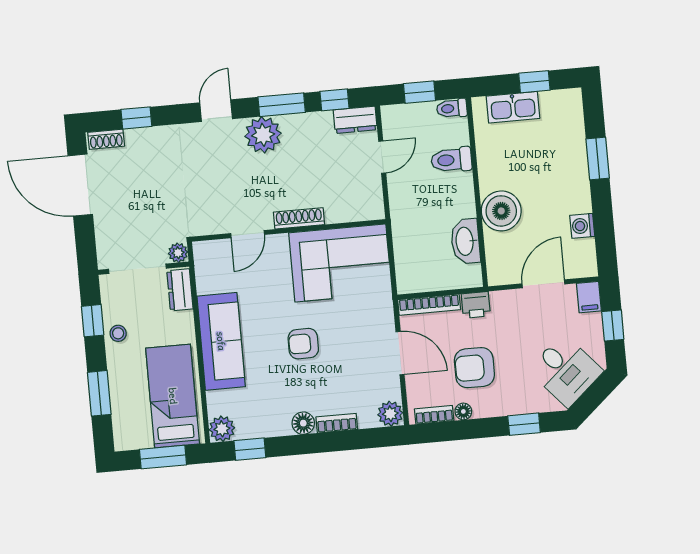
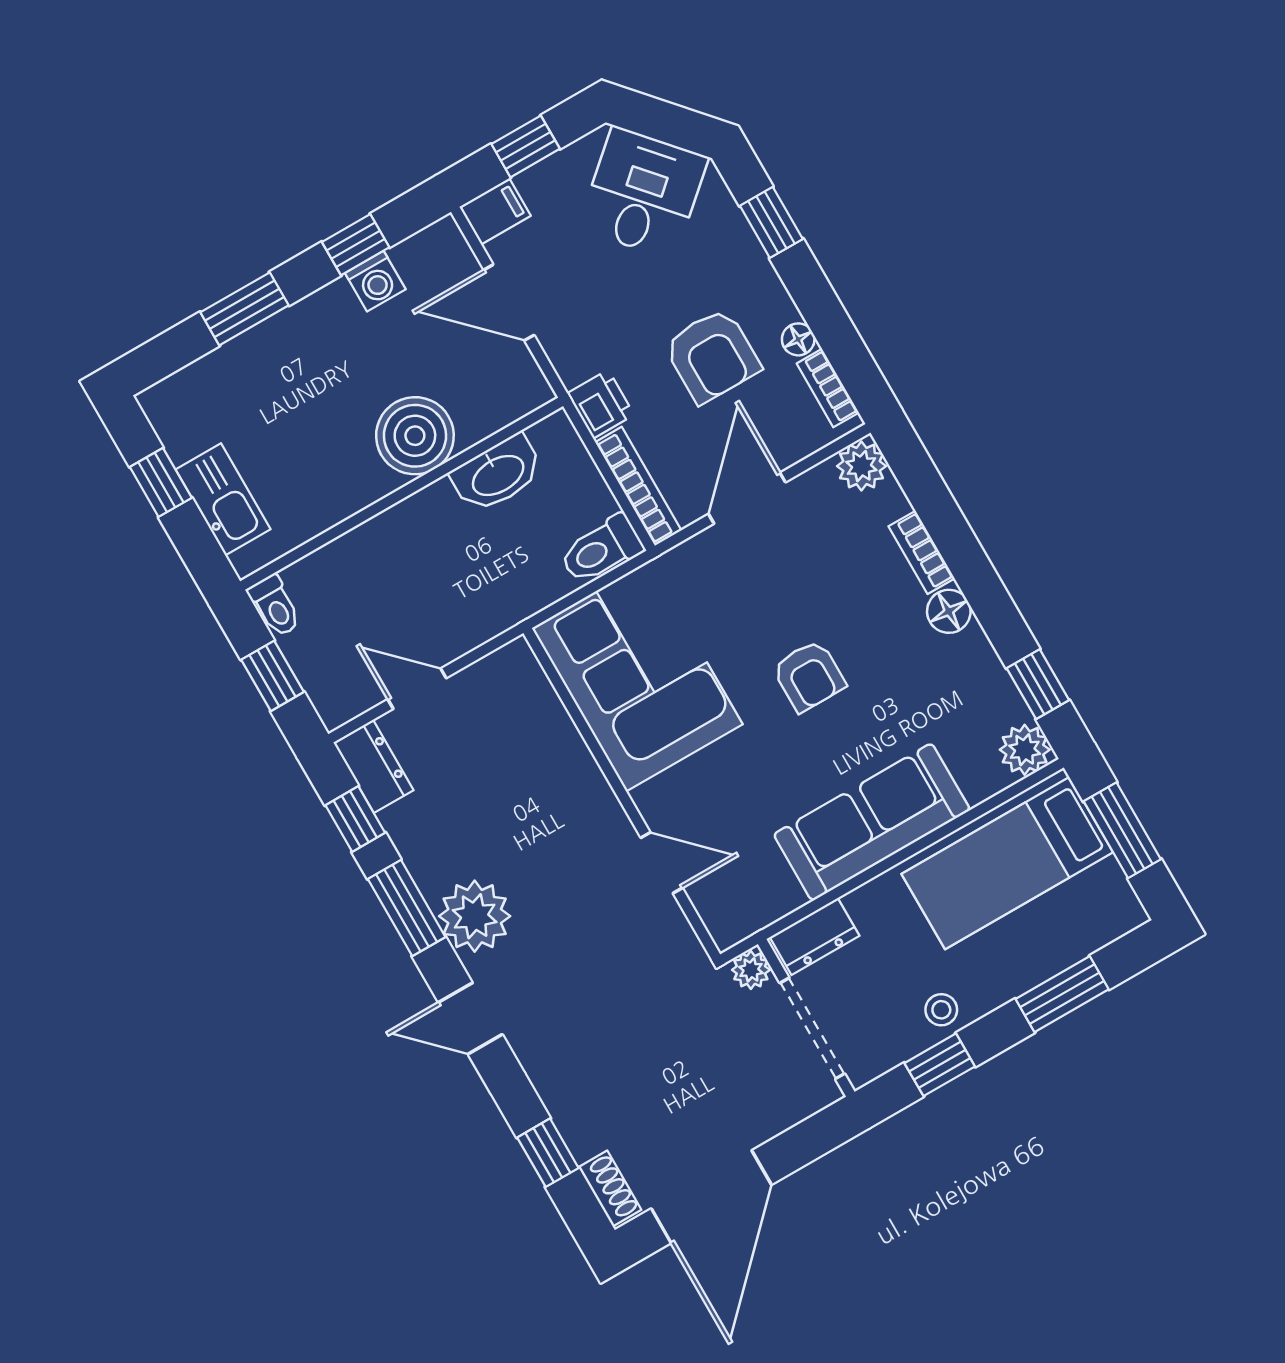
toilet: (451, 160) -> (601, 550), moved, turned 90
shoe rack: (299, 218) -> (592, 785), removed
window: (604, 225) -> (356, 245), added

